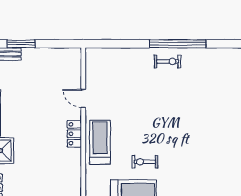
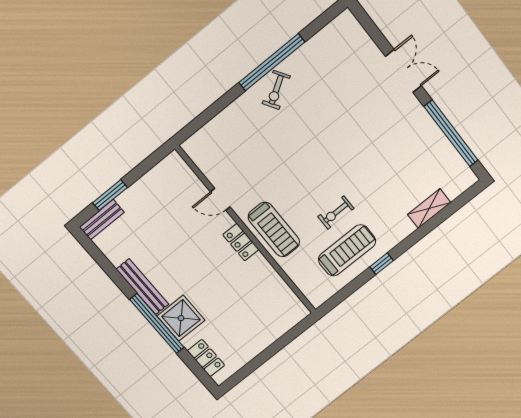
exercise bike: (168, 61) -> (276, 90), turned 148
treadmill: (100, 142) -> (274, 230), turned 180

